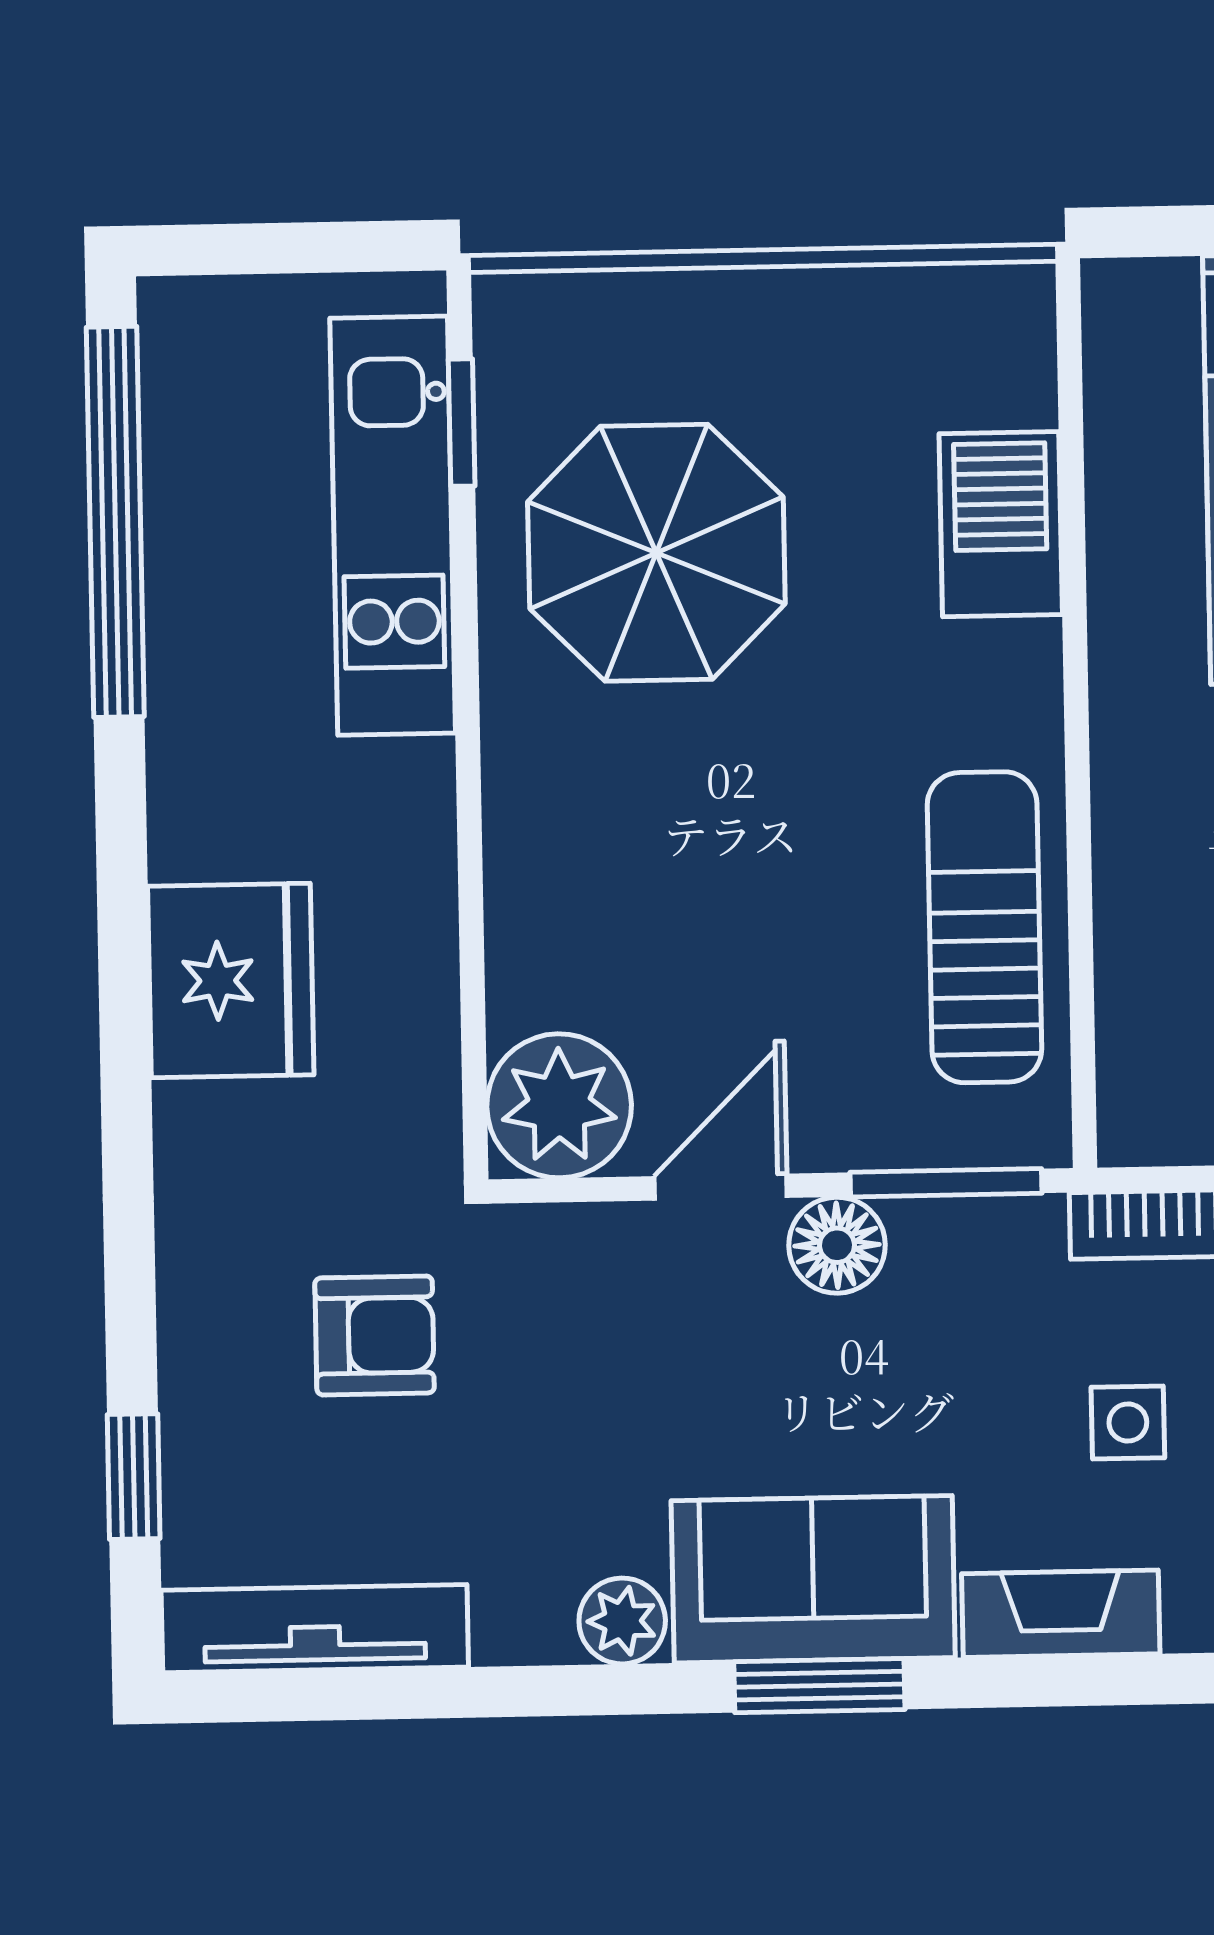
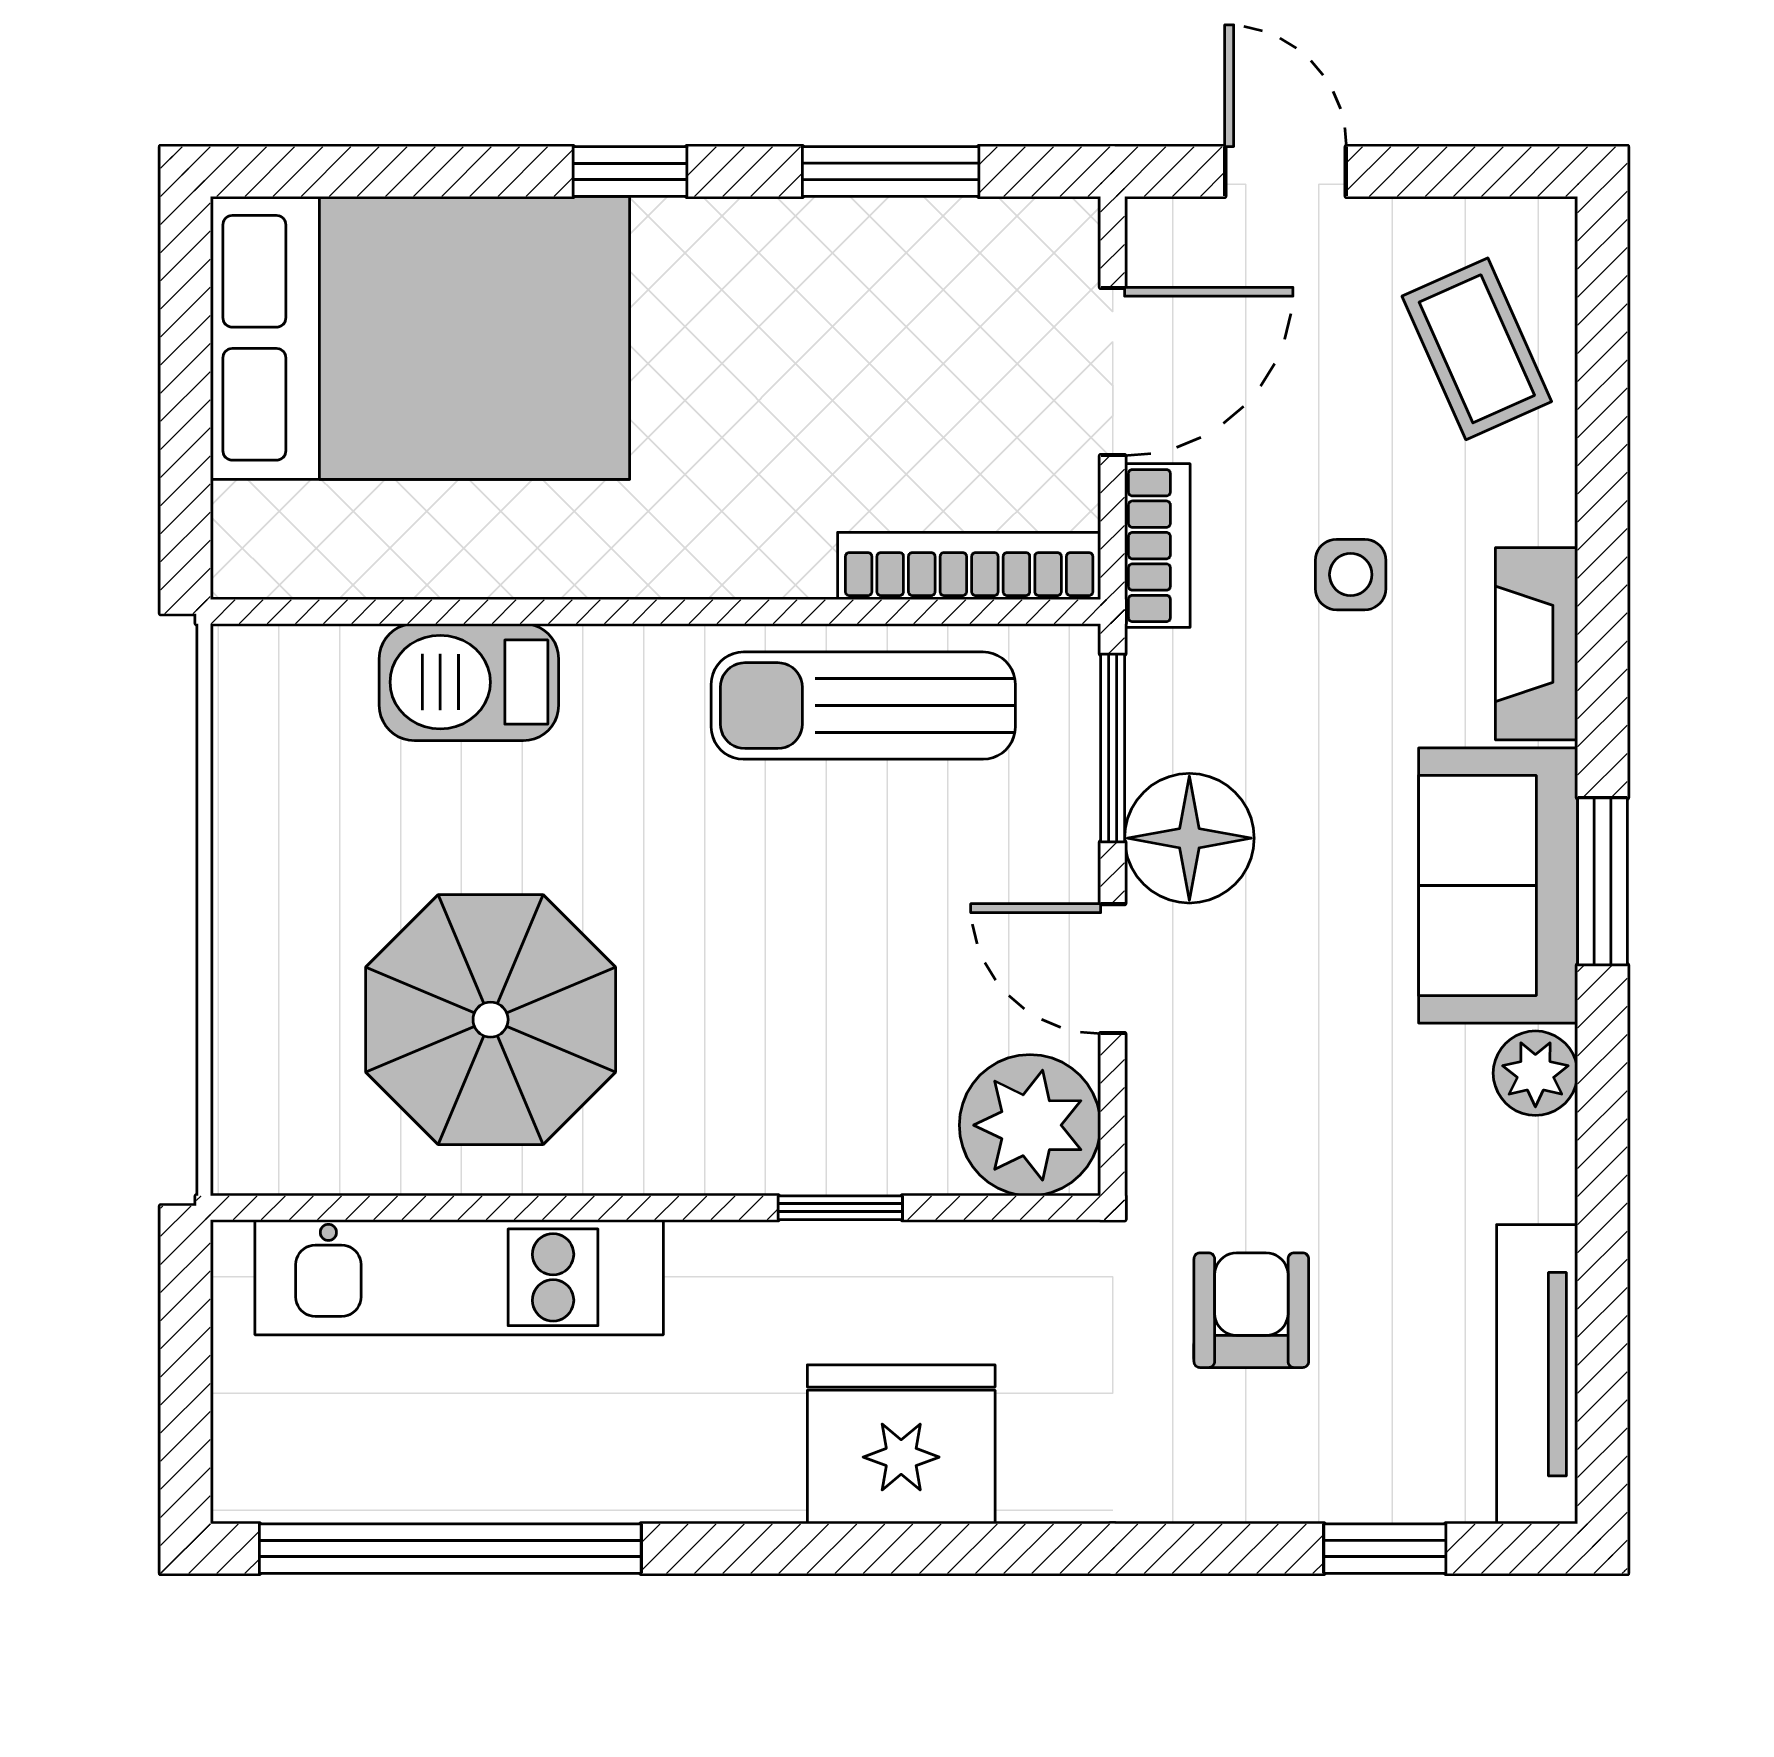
window: (462, 423) -> (840, 1208), moved
bookcase: (1129, 1033) -> (969, 566), added
floor lamp: (837, 1245) -> (1189, 838), width x1.38, depth x1.38

